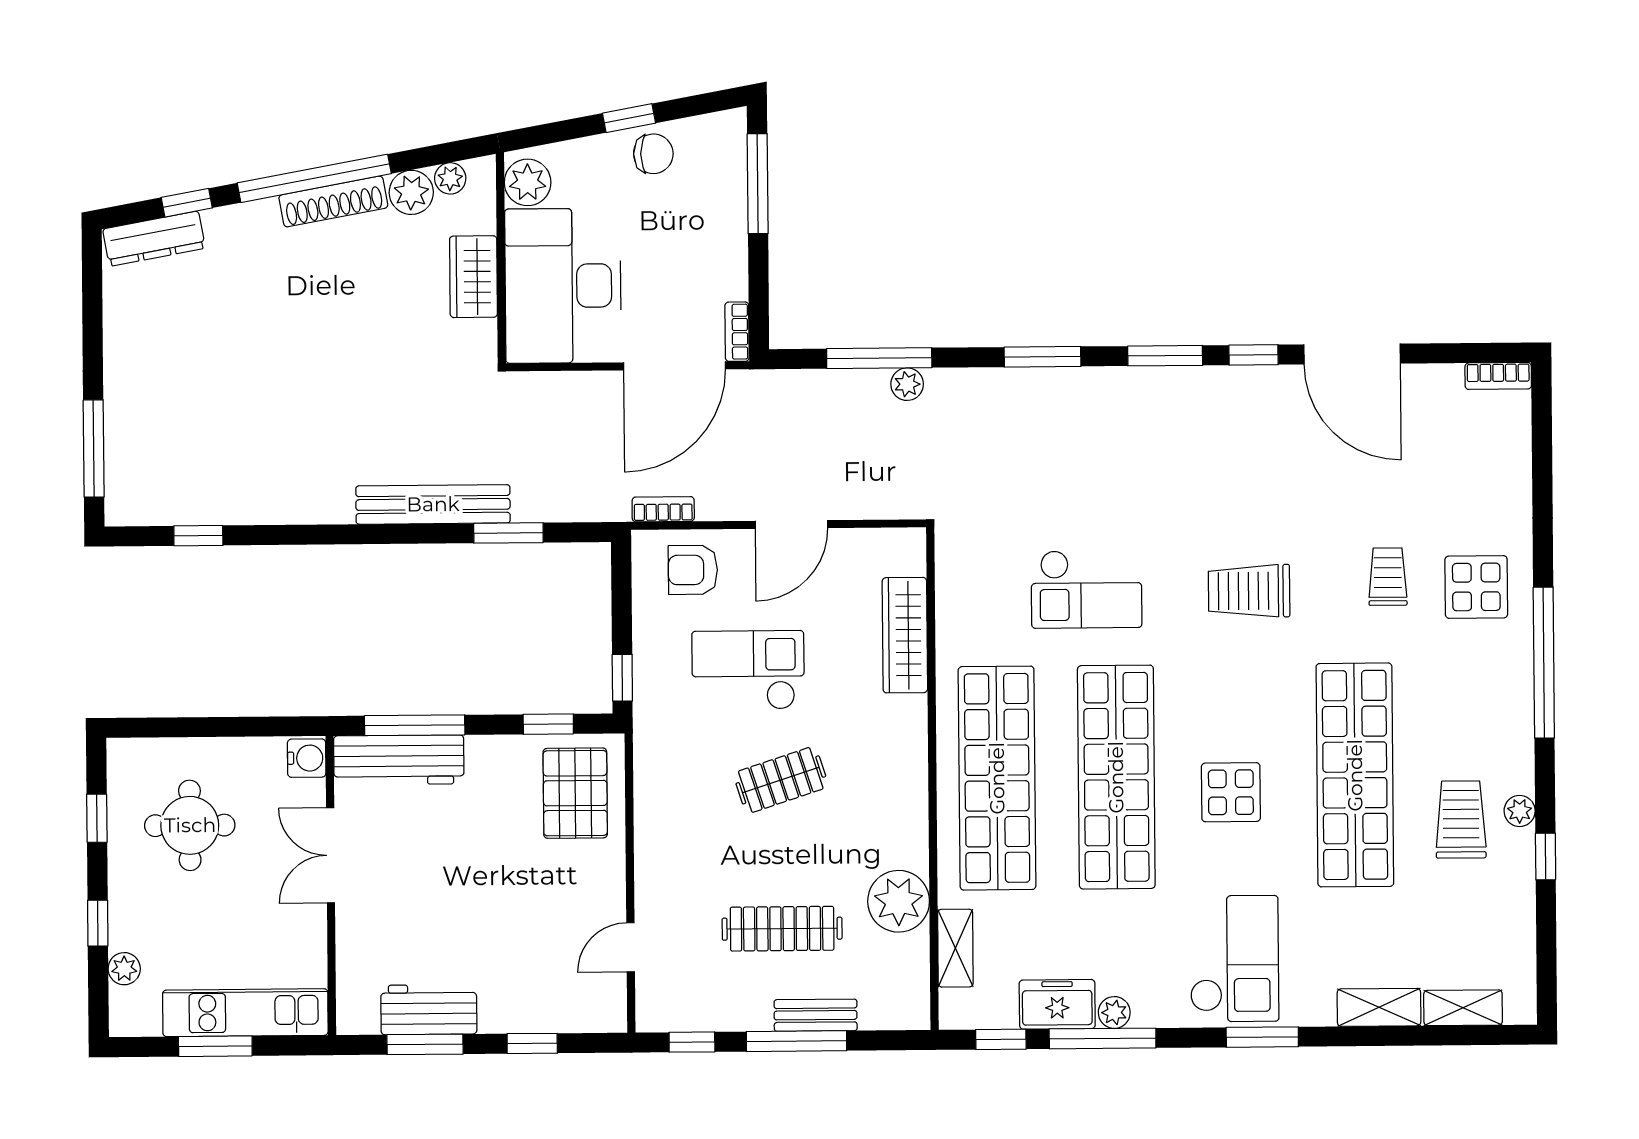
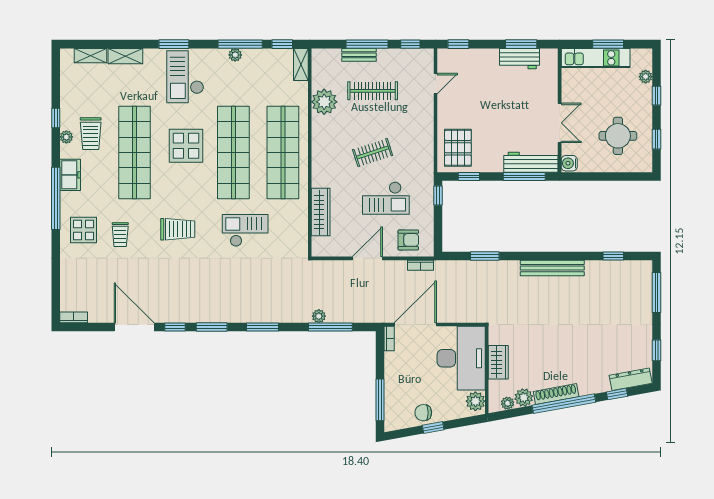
window: (92, 309) -> (656, 350), added
bench: (433, 504) -> (552, 268), moved
display table: (1231, 792) -> (186, 146), width x1.36, depth x1.36
shelving: (955, 948) -> (301, 64), moved
freezer: (1057, 1004) -> (70, 175), moved, turned -90
window: (532, 1043) -> (458, 44), moved

